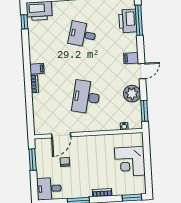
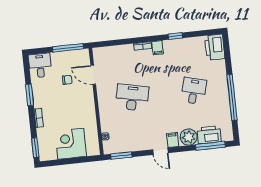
window: (24, 22) -> (175, 36), moved
plant: (132, 94) -> (189, 137), moved
window: (33, 160) -> (68, 48), width x1.44

